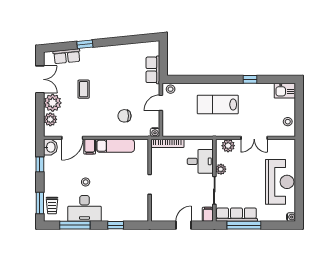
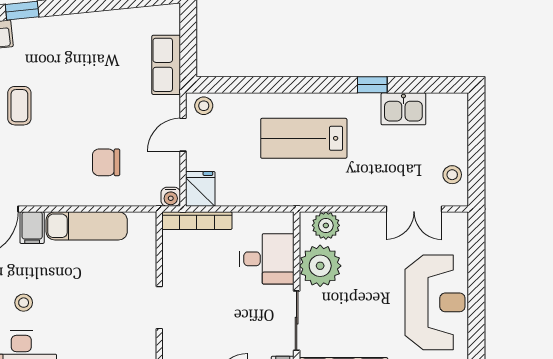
kitchen sink: (285, 91) -> (403, 109), moved
fridge: (169, 128) -> (200, 189), added
double door: (254, 138) -> (414, 209), moved
plant: (221, 169) -> (320, 266), width x1.87, depth x1.87

